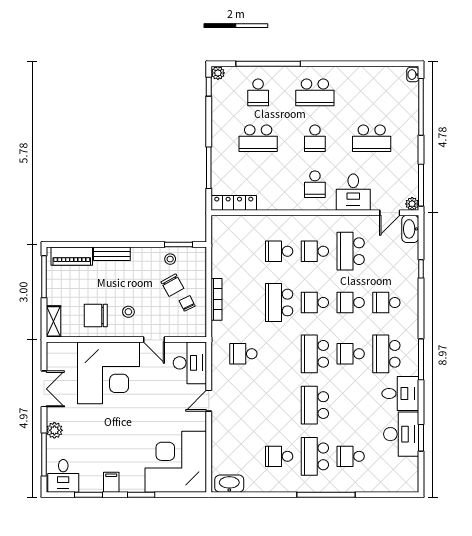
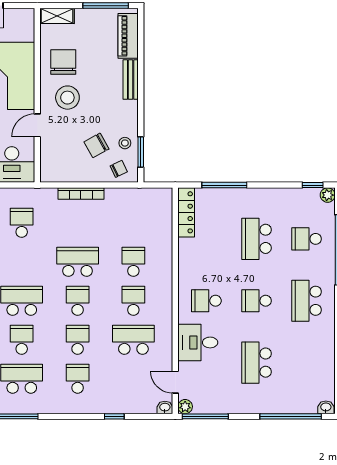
washbasin: (410, 229) -> (165, 407), width x0.52, depth x0.69
chair: (187, 303) -> (119, 169), moved
stool: (128, 312) -> (67, 98), width x1.89, depth x1.89

